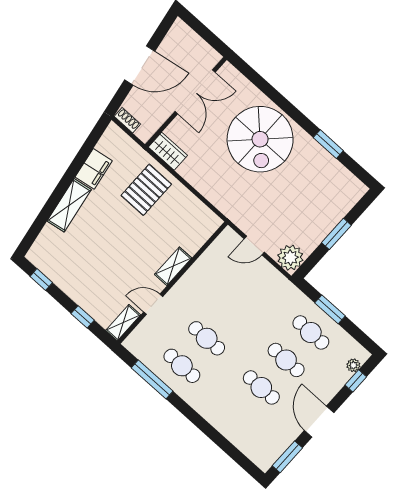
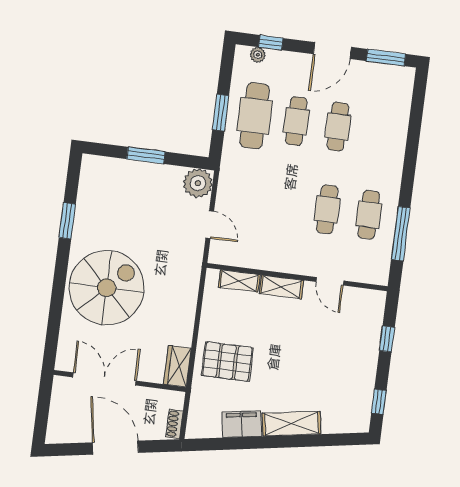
shelving: (123, 323) -> (239, 281), moved
cafe table: (311, 332) -> (255, 116), width x1.37, depth x1.35

